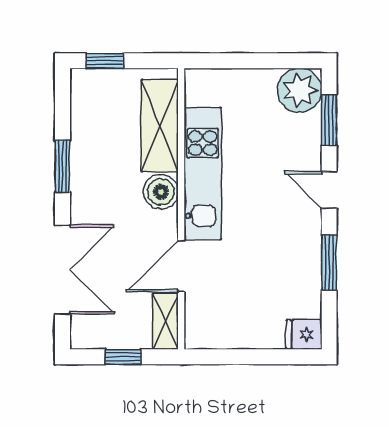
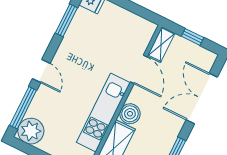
window: (329, 120) -> (23, 108), width x1.44
window: (329, 263) -> (66, 20), moved
door: (181, 266) -> (139, 69), hinge flipped

